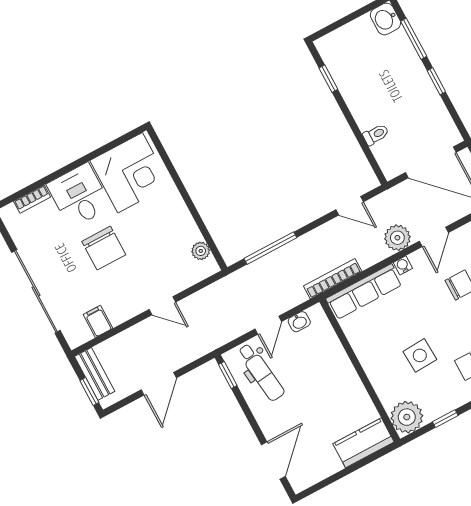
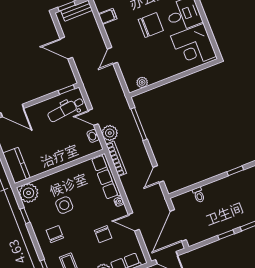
plant: (397, 238) -> (110, 133), moved
chair: (104, 248) -> (151, 25), turned 180

